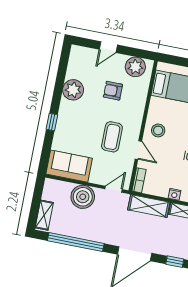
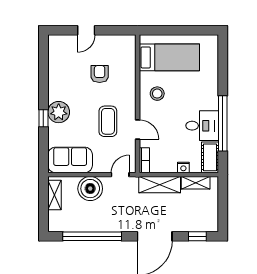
plant: (135, 67) -> (118, 45), removed
plant: (73, 90) -> (59, 112), moved
armchair: (113, 91) -> (100, 74), turned 90
stool: (158, 130) -> (157, 94), moved
shelving: (44, 215) -> (55, 195), moved

